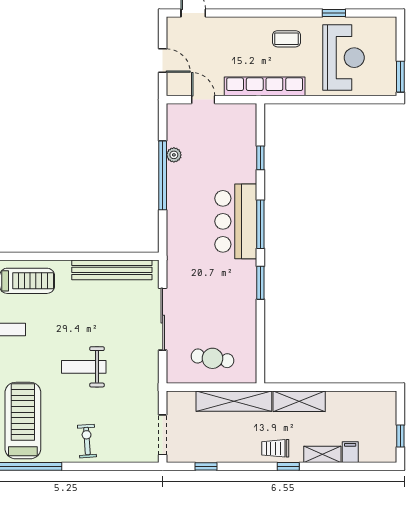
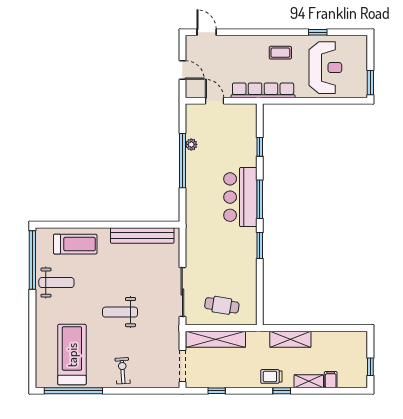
sliding door: (163, 319) -> (182, 292), moved
shelving: (234, 401) -> (216, 339), moved

